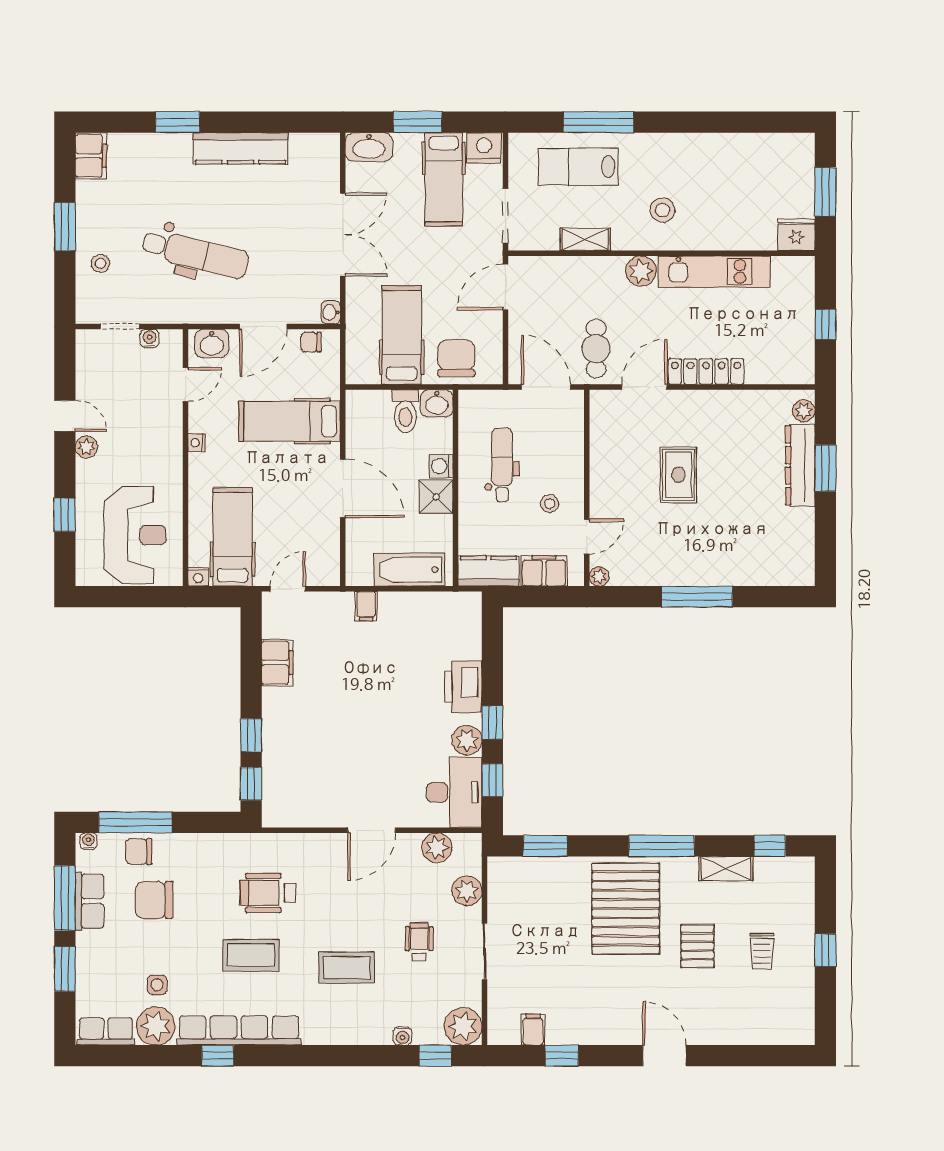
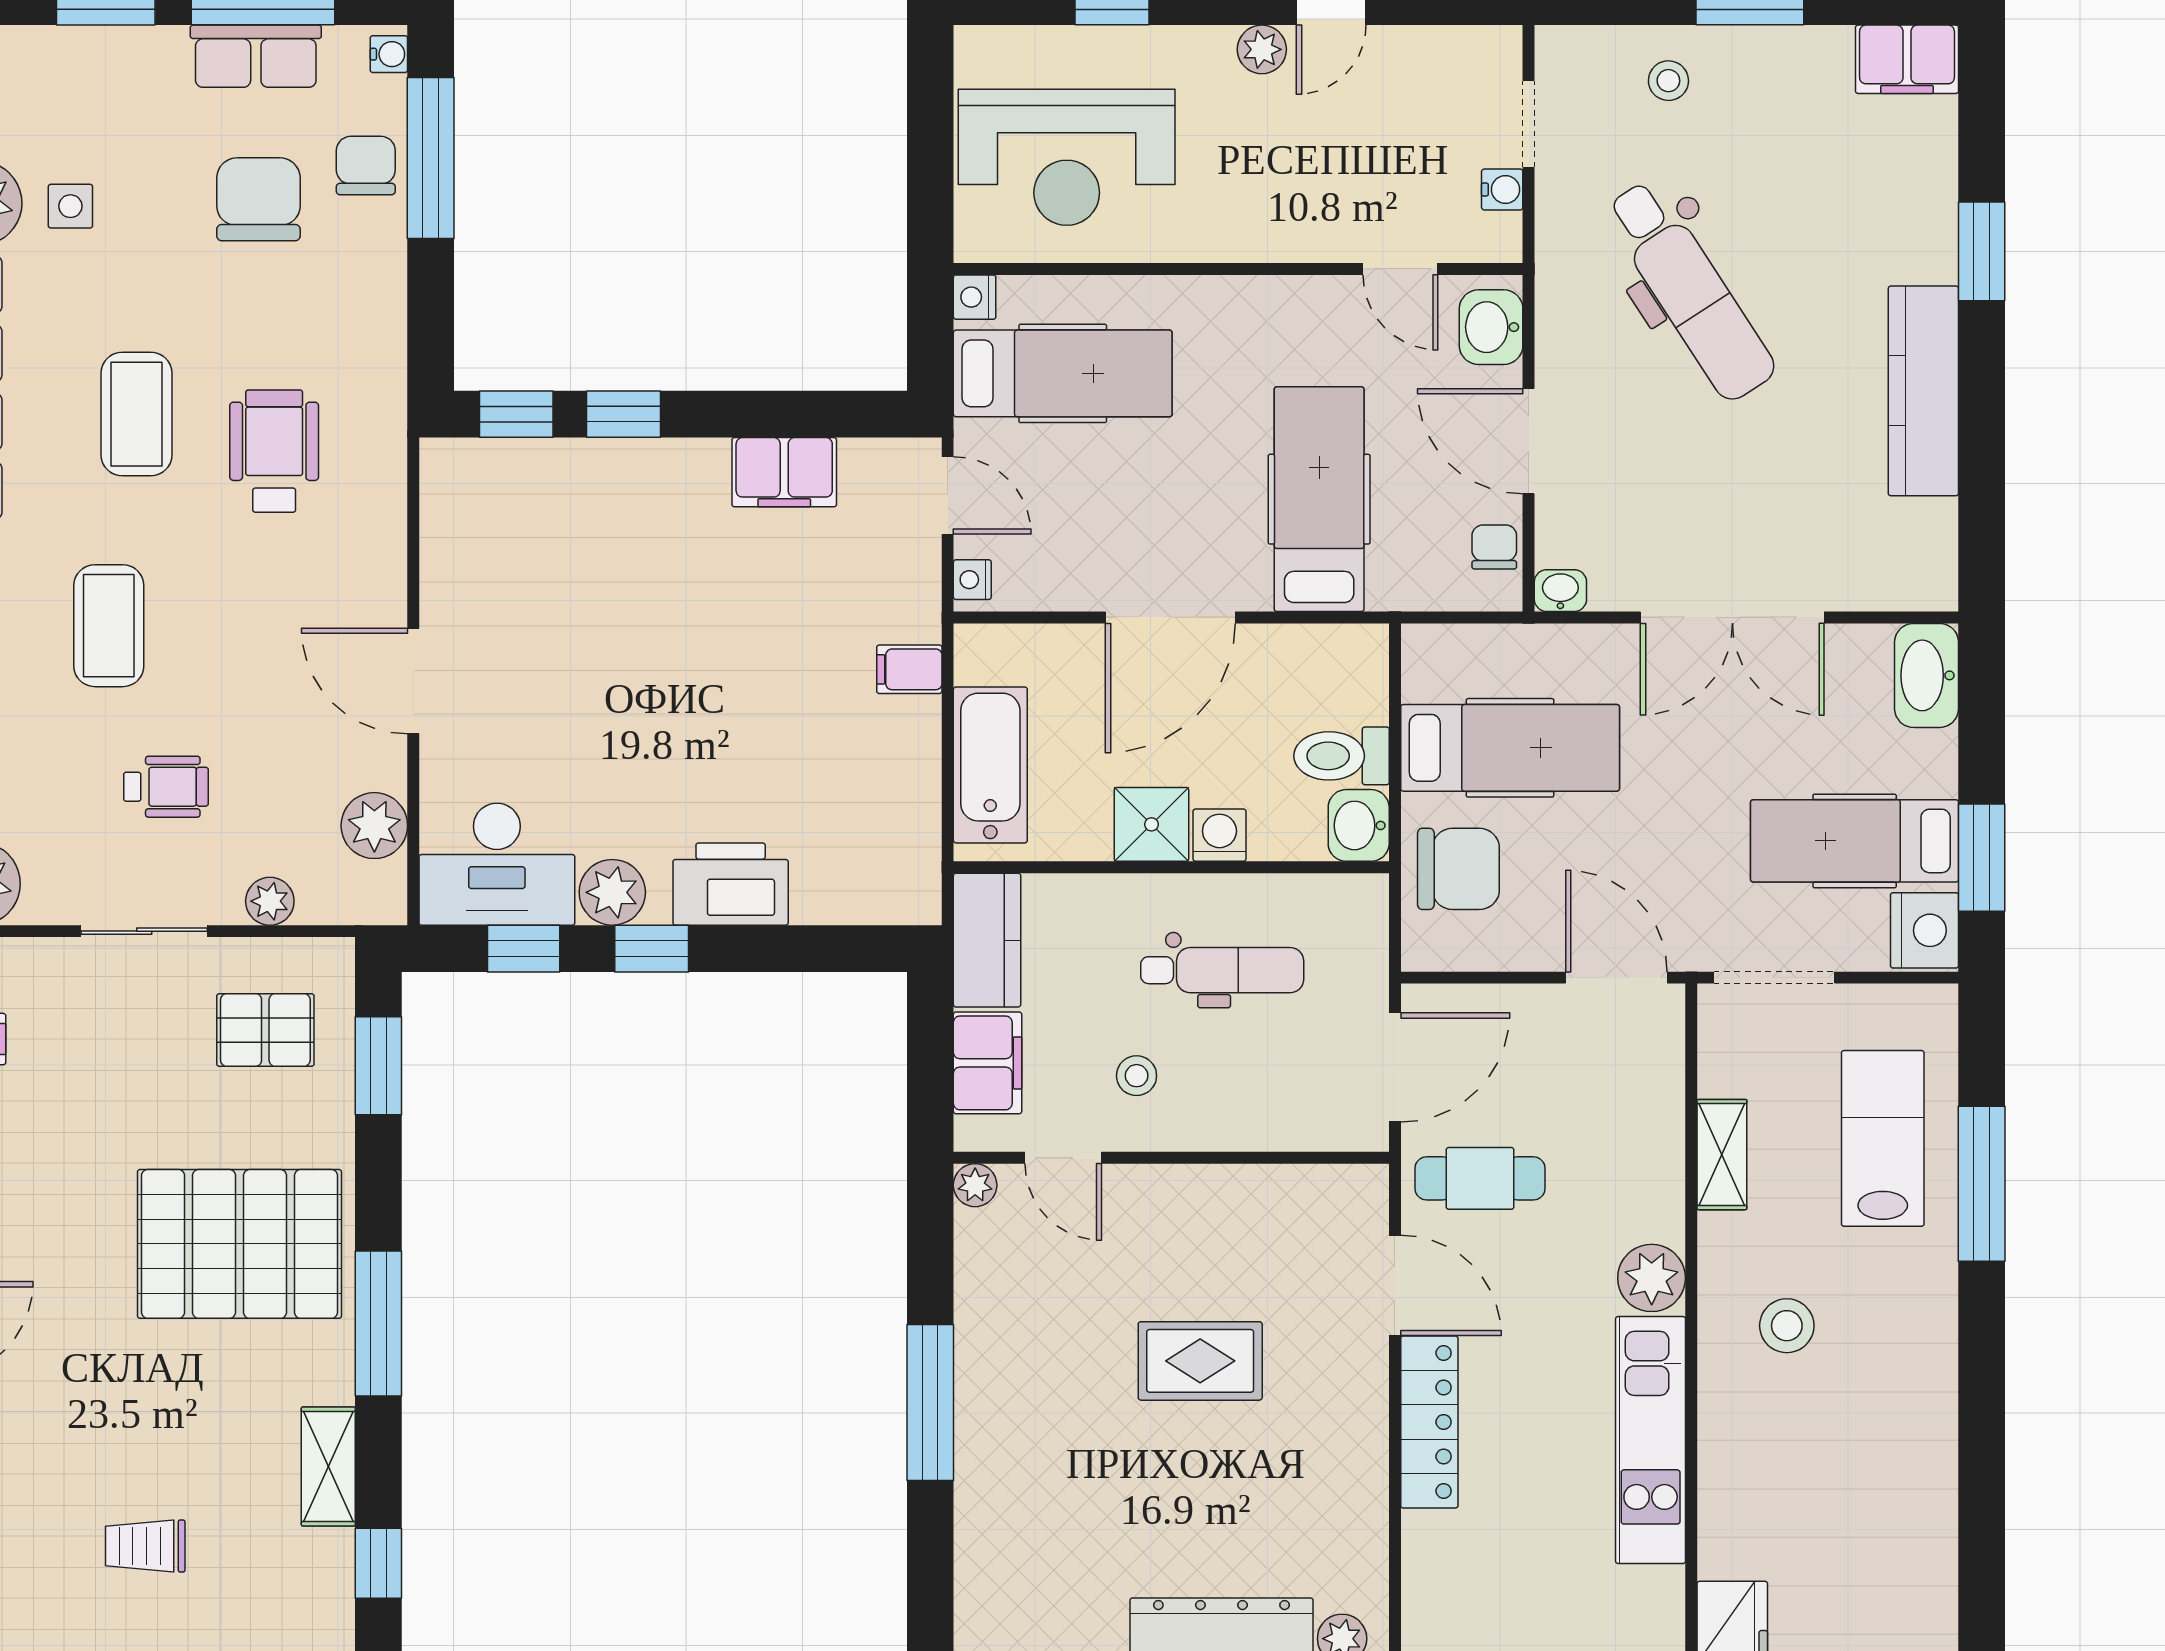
window: (418, 122) -> (1982, 858), moved
dental chair: (195, 254) -> (1690, 291), turned -47
nightstand: (197, 443) -> (972, 580), moved, turned -90
plant: (467, 891) -> (270, 901), width x0.73, depth x0.73
pallet: (697, 946) -> (265, 1030), moved

